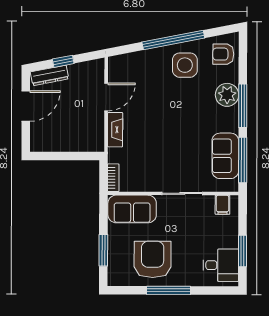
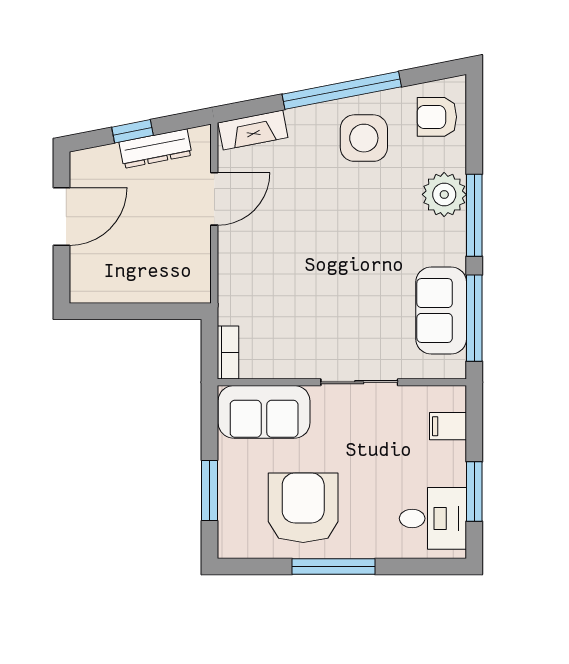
dresser: (49, 75) -> (156, 149), moved
fireplace: (115, 130) -> (253, 130), moved, turned 79
filing cabinet: (222, 205) -> (448, 426), moved, turned 90

